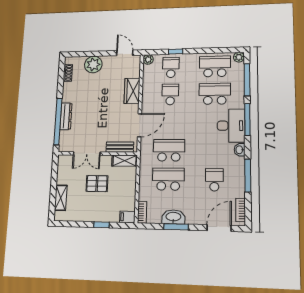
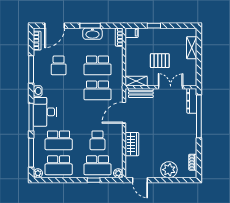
school desk: (171, 67) -> (97, 165), width x1.85
dresser: (66, 116) -> (192, 101), moved

